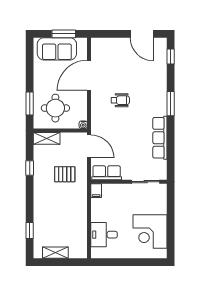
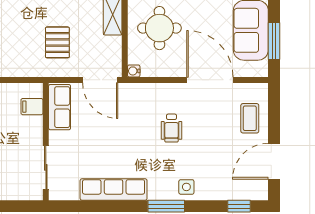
coffee table: (114, 50) -> (250, 118), added
side table: (158, 91) -> (186, 187), added
door: (89, 146) -> (100, 80), hinge flipped
filing cabinet: (96, 191) -> (32, 107), moved

